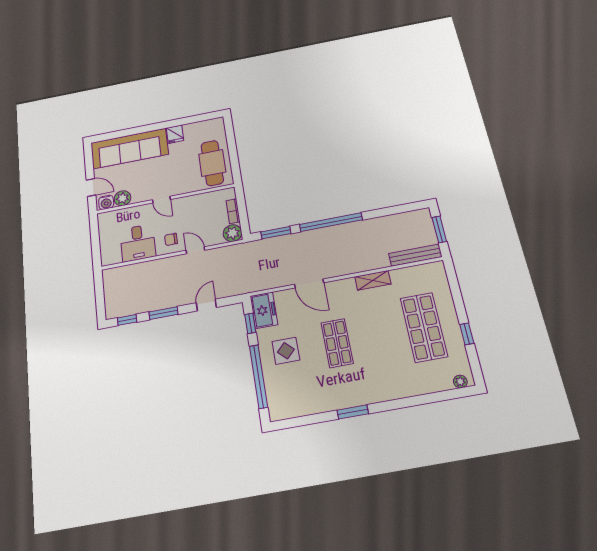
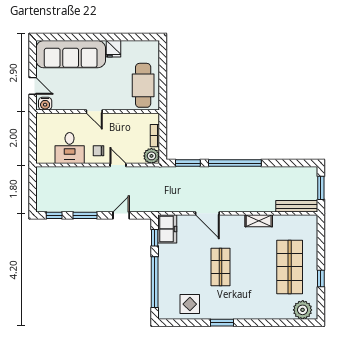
plant: (122, 198) -> (60, 103), removed
display table: (286, 351) -> (190, 304), moved
plant: (460, 382) -> (303, 310), width x1.88, depth x1.88

